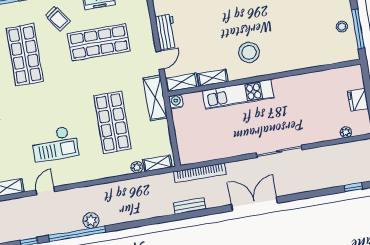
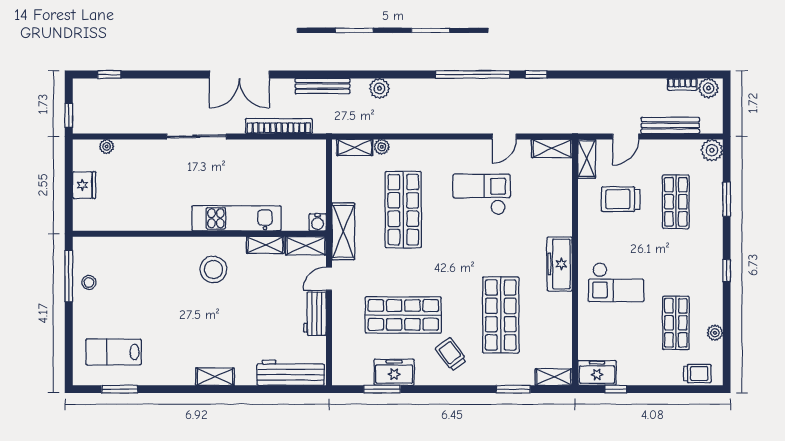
bookcase: (200, 173) -> (279, 126), moved
bench: (190, 206) -> (323, 86), width x1.36
plant: (91, 221) -> (379, 88), moved

